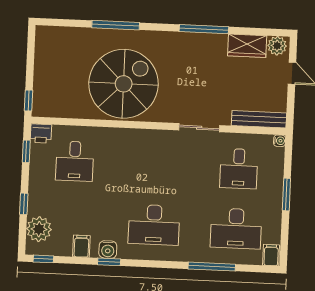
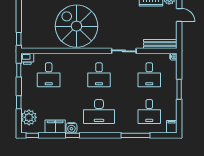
spiral stairs: (124, 84) -> (76, 26), turned -90
desk: (157, 165) -> (99, 75), added
desk: (236, 229) -> (149, 112), width x0.73
filing cabinet: (81, 246) -> (55, 127), width x2.00

